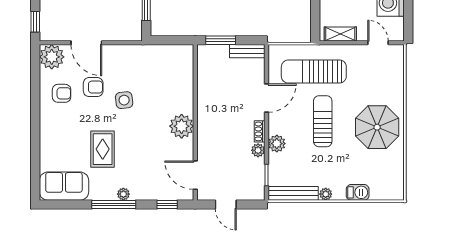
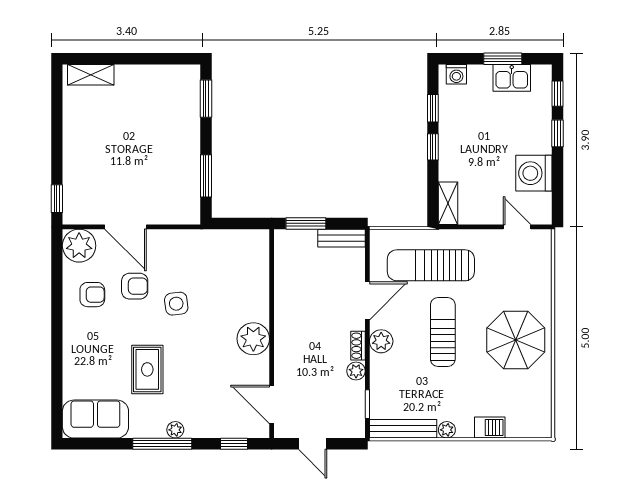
shelving: (340, 34) -> (448, 203), moved, turned 90
plant: (277, 144) -> (381, 341), moved

